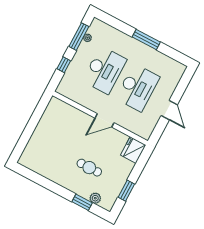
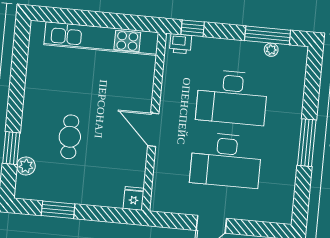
window: (64, 65) -> (193, 28), moved
printer: (64, 86) -> (181, 44), added
kitchen unit: (43, 128) -> (101, 39), added
fridge: (133, 150) -> (134, 198), width x0.53, depth x0.75

